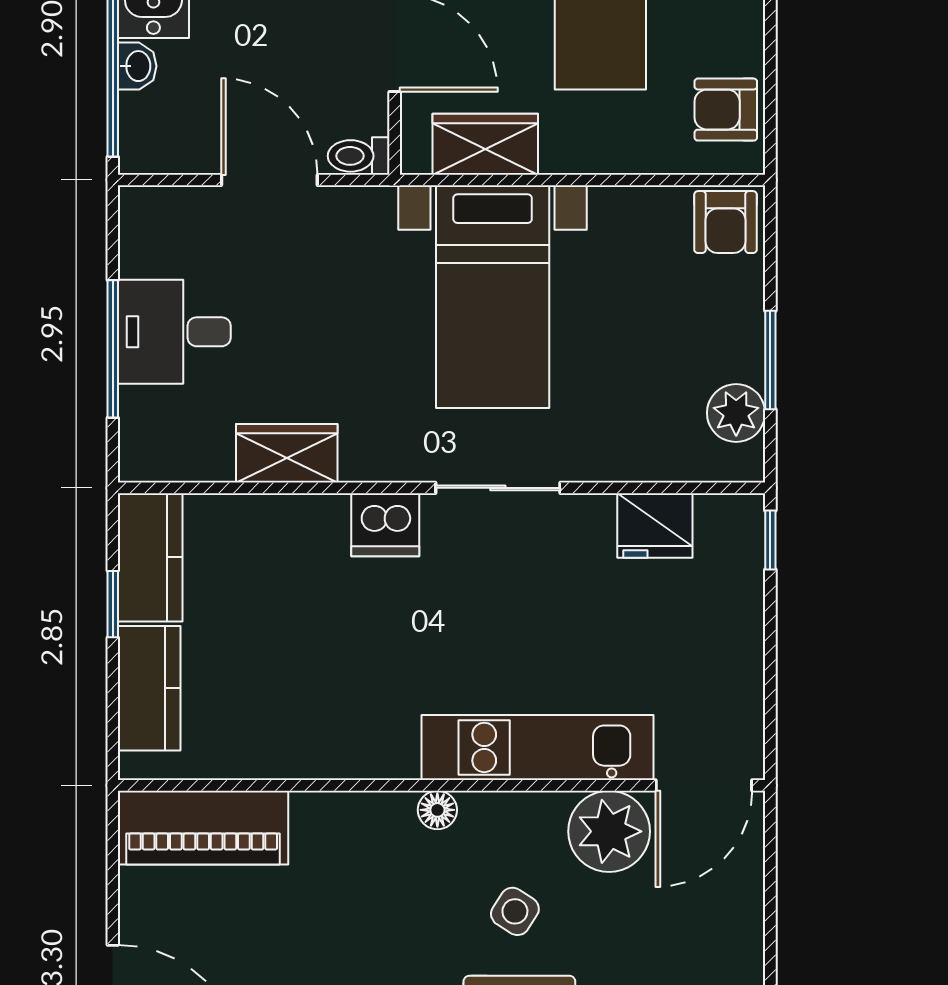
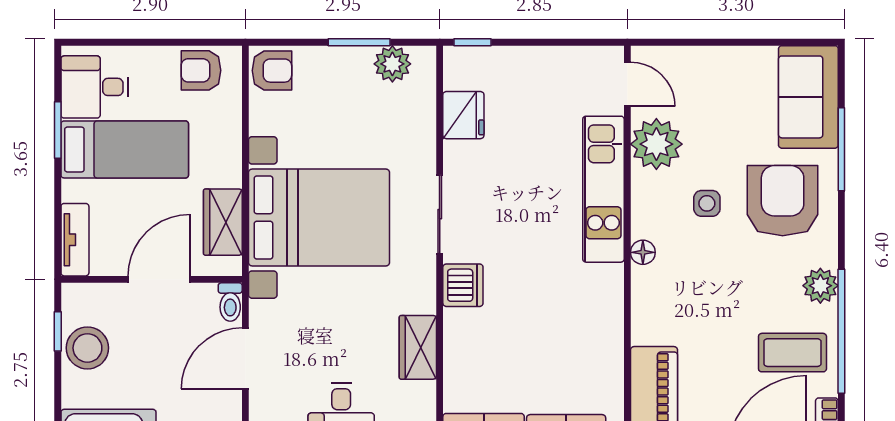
armchair: (726, 110) -> (201, 70), turned 90
bed with nightstands: (493, 297) -> (319, 217), width x1.36
door: (704, 785) -> (627, 84), width x0.73
side table: (515, 911) -> (707, 203), turned -33

